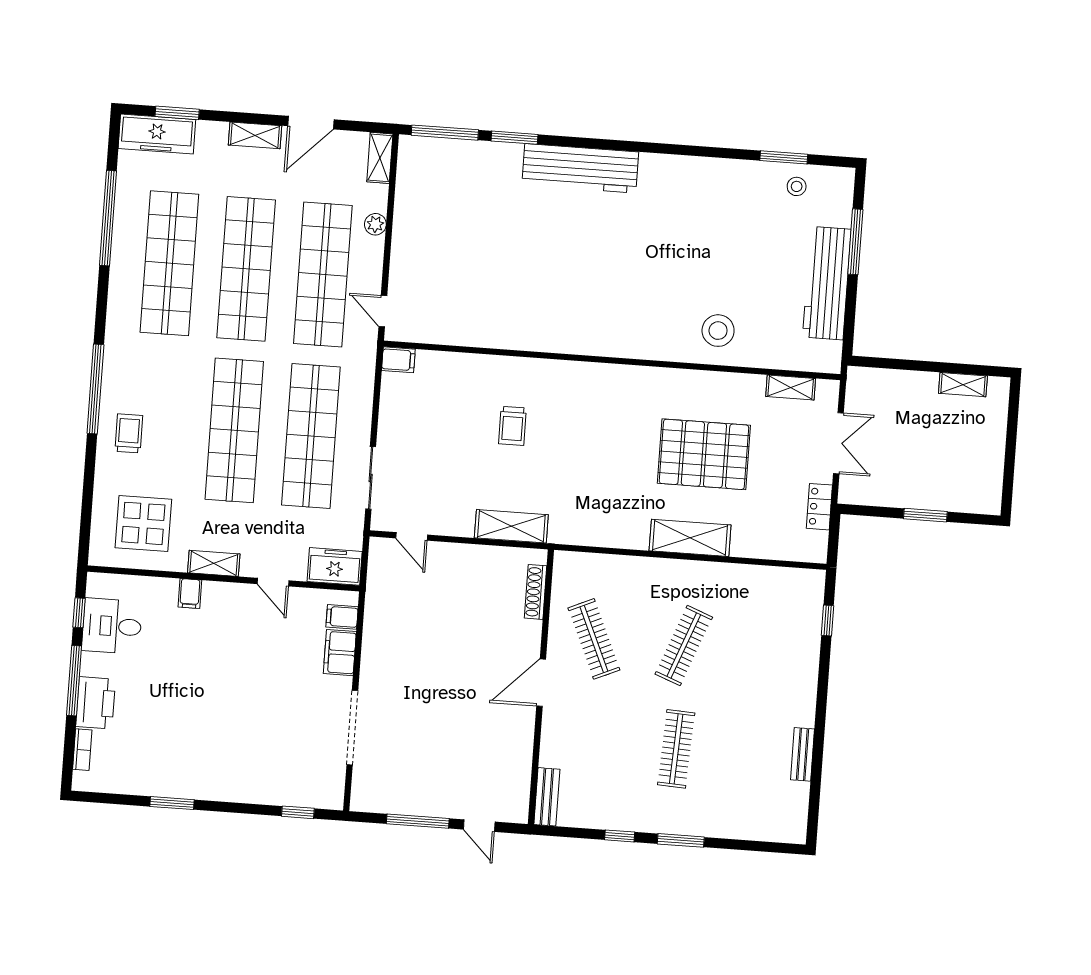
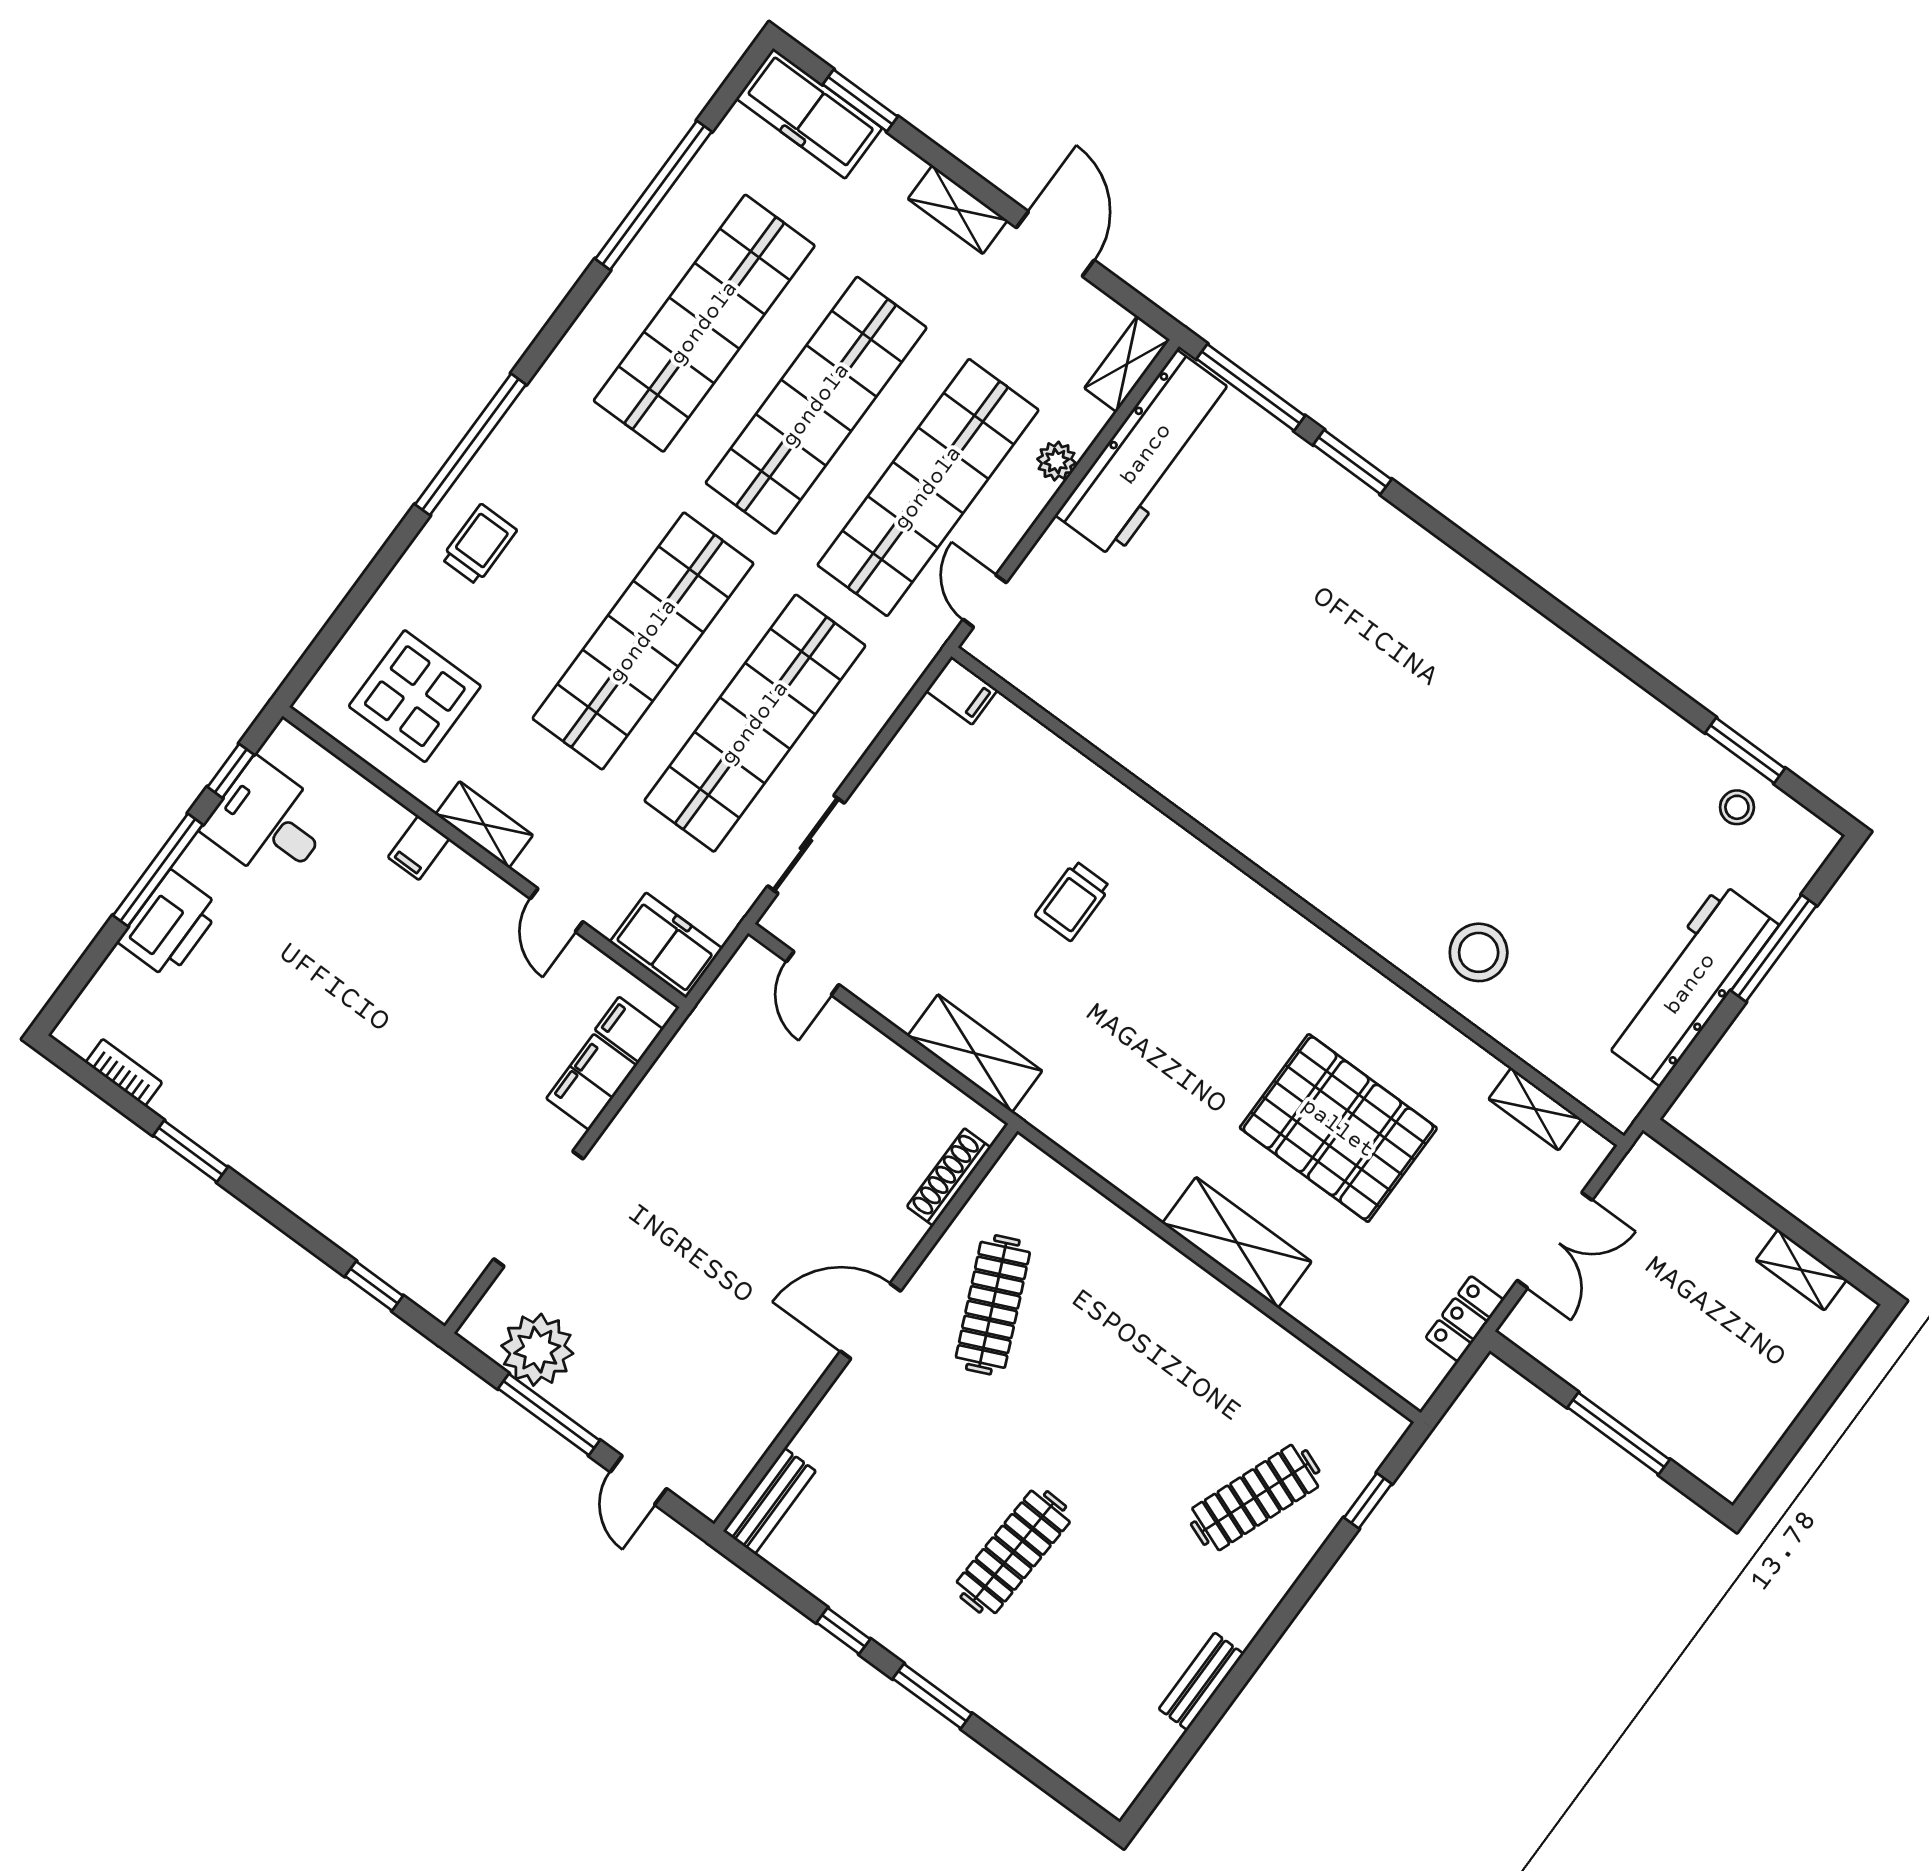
door: (311, 123) -> (1055, 244), swing flipped
workbench: (580, 168) -> (1146, 454), moved, turned -90
window: (925, 515) -> (1619, 1433), width x1.44
clothes rail: (684, 646) -> (1255, 1498), moved
bookcase: (82, 750) -> (124, 1073), moved, turned -90
plant: (393, 794) -> (537, 1350), added

